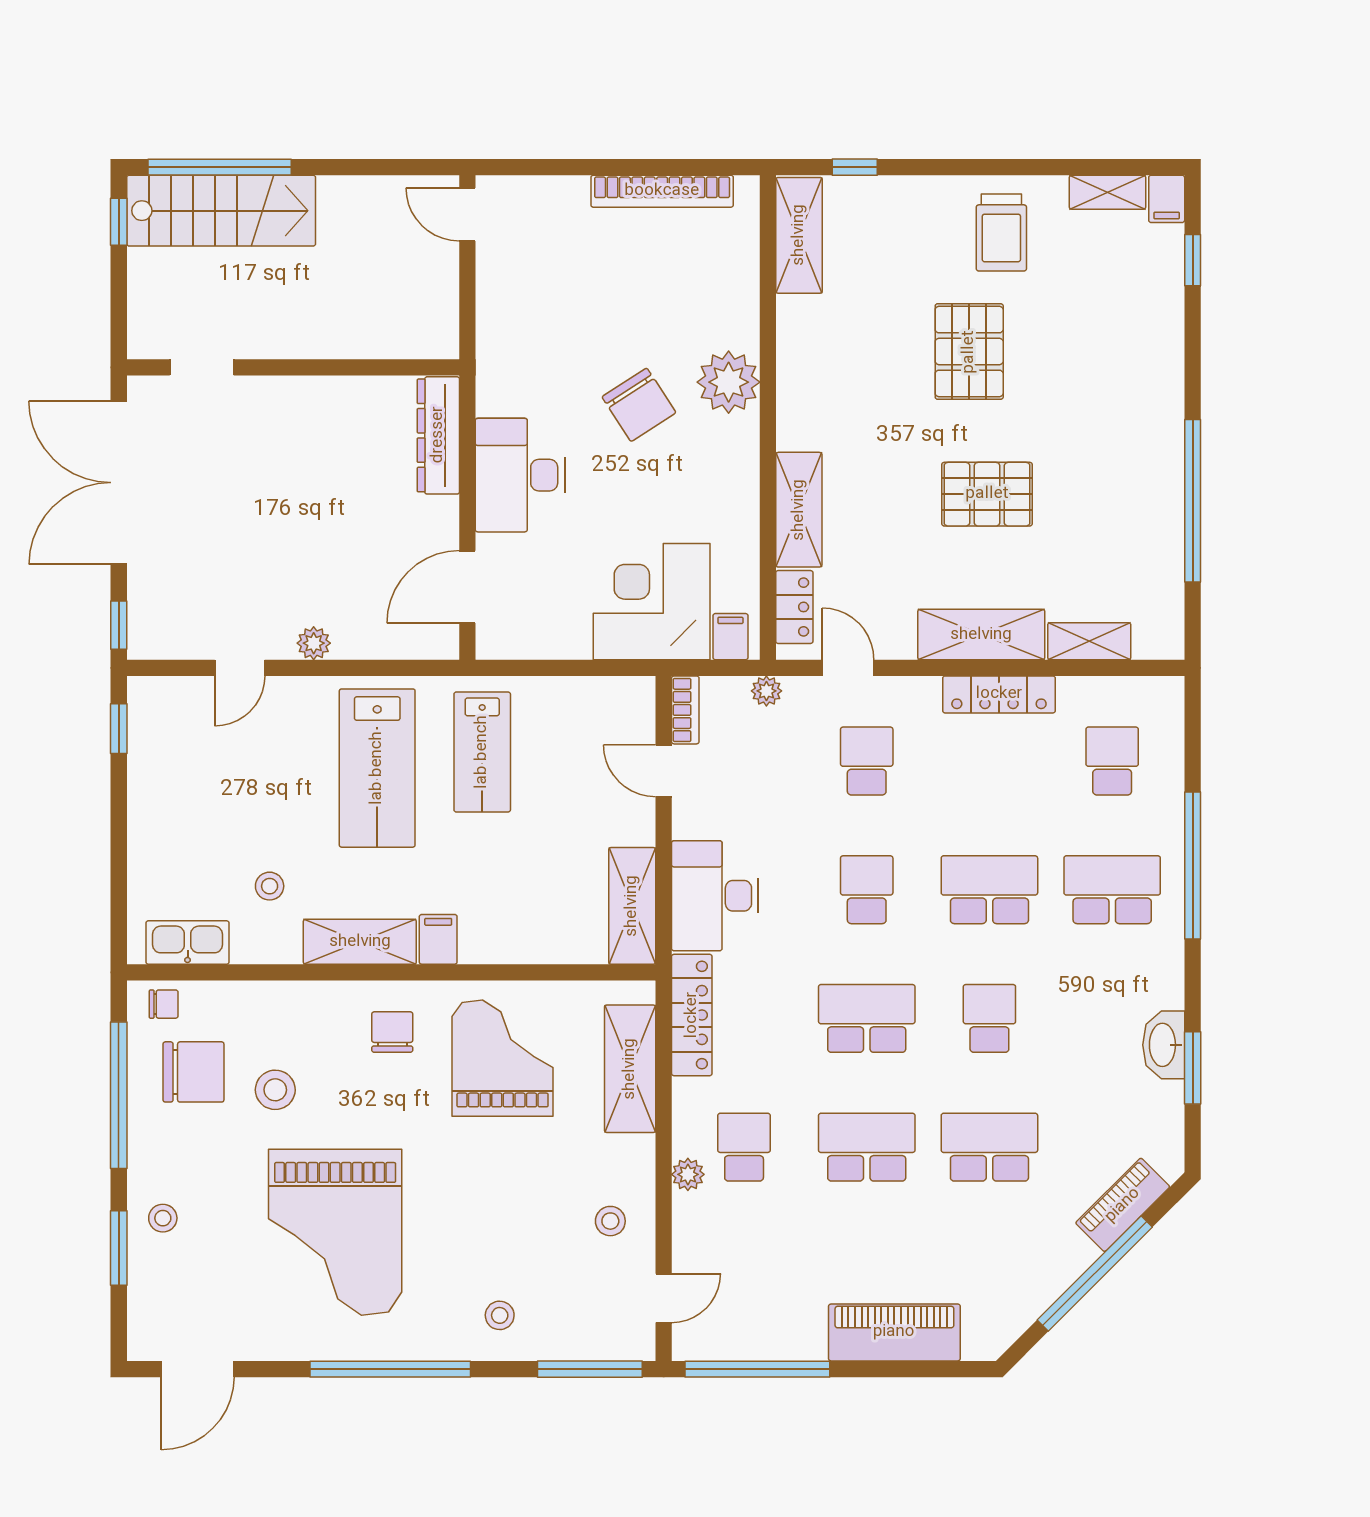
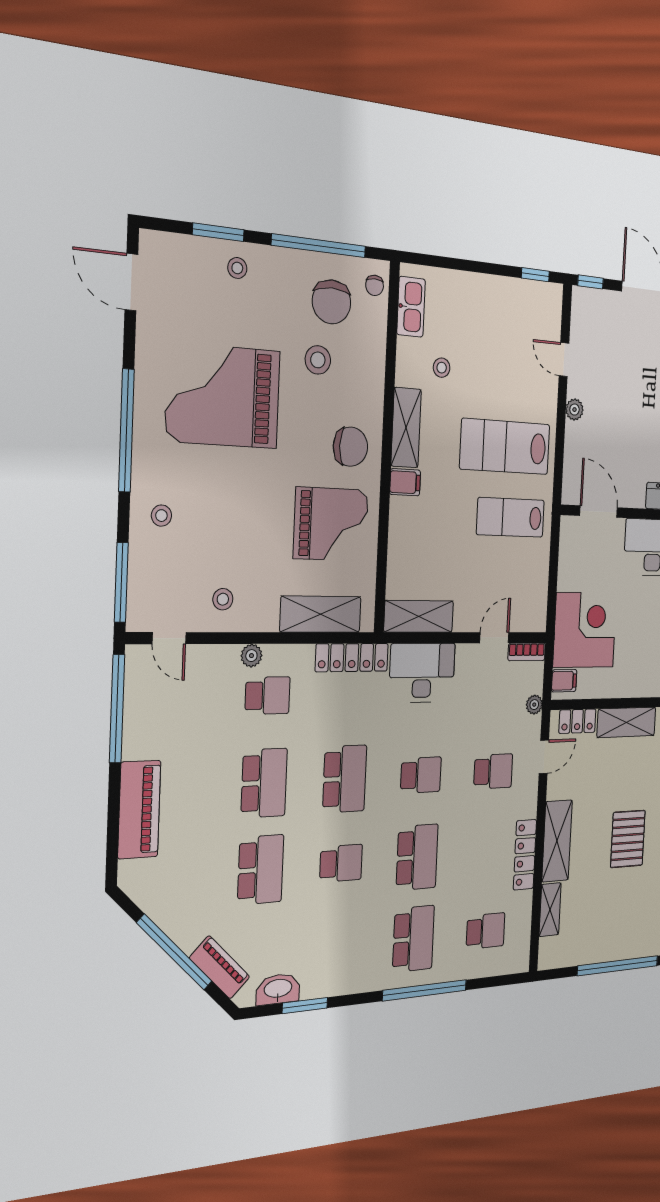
chair: (392, 1032) -> (350, 447), width x1.37, depth x1.37
washbasin: (1164, 1045) -> (278, 989), moved

